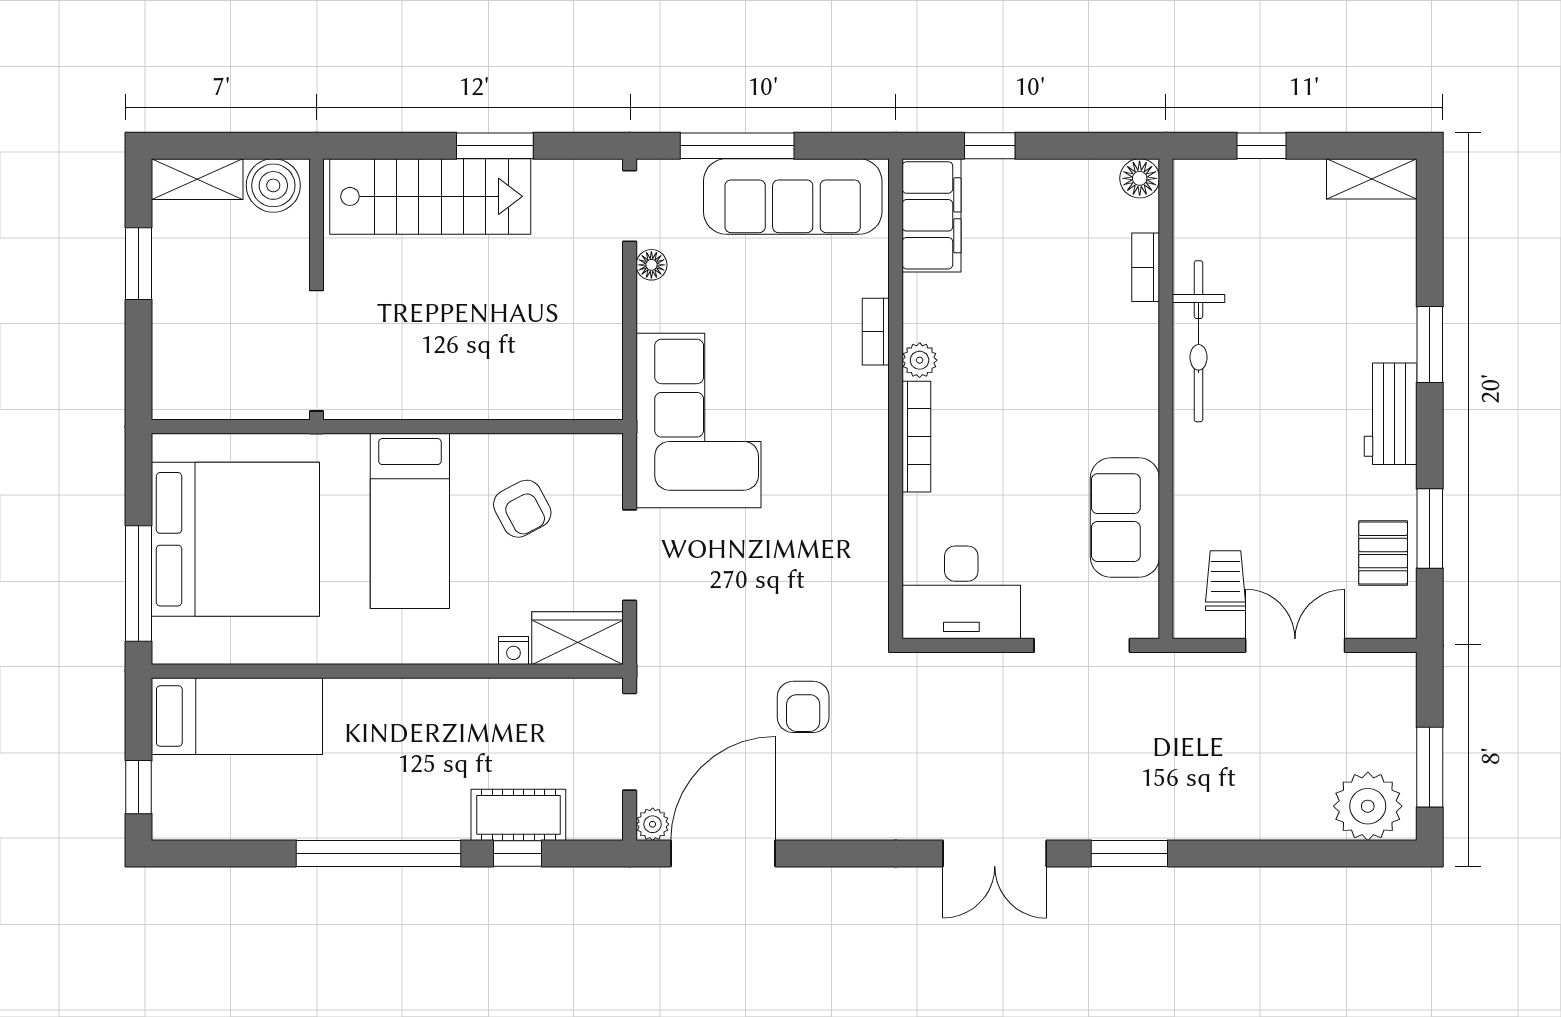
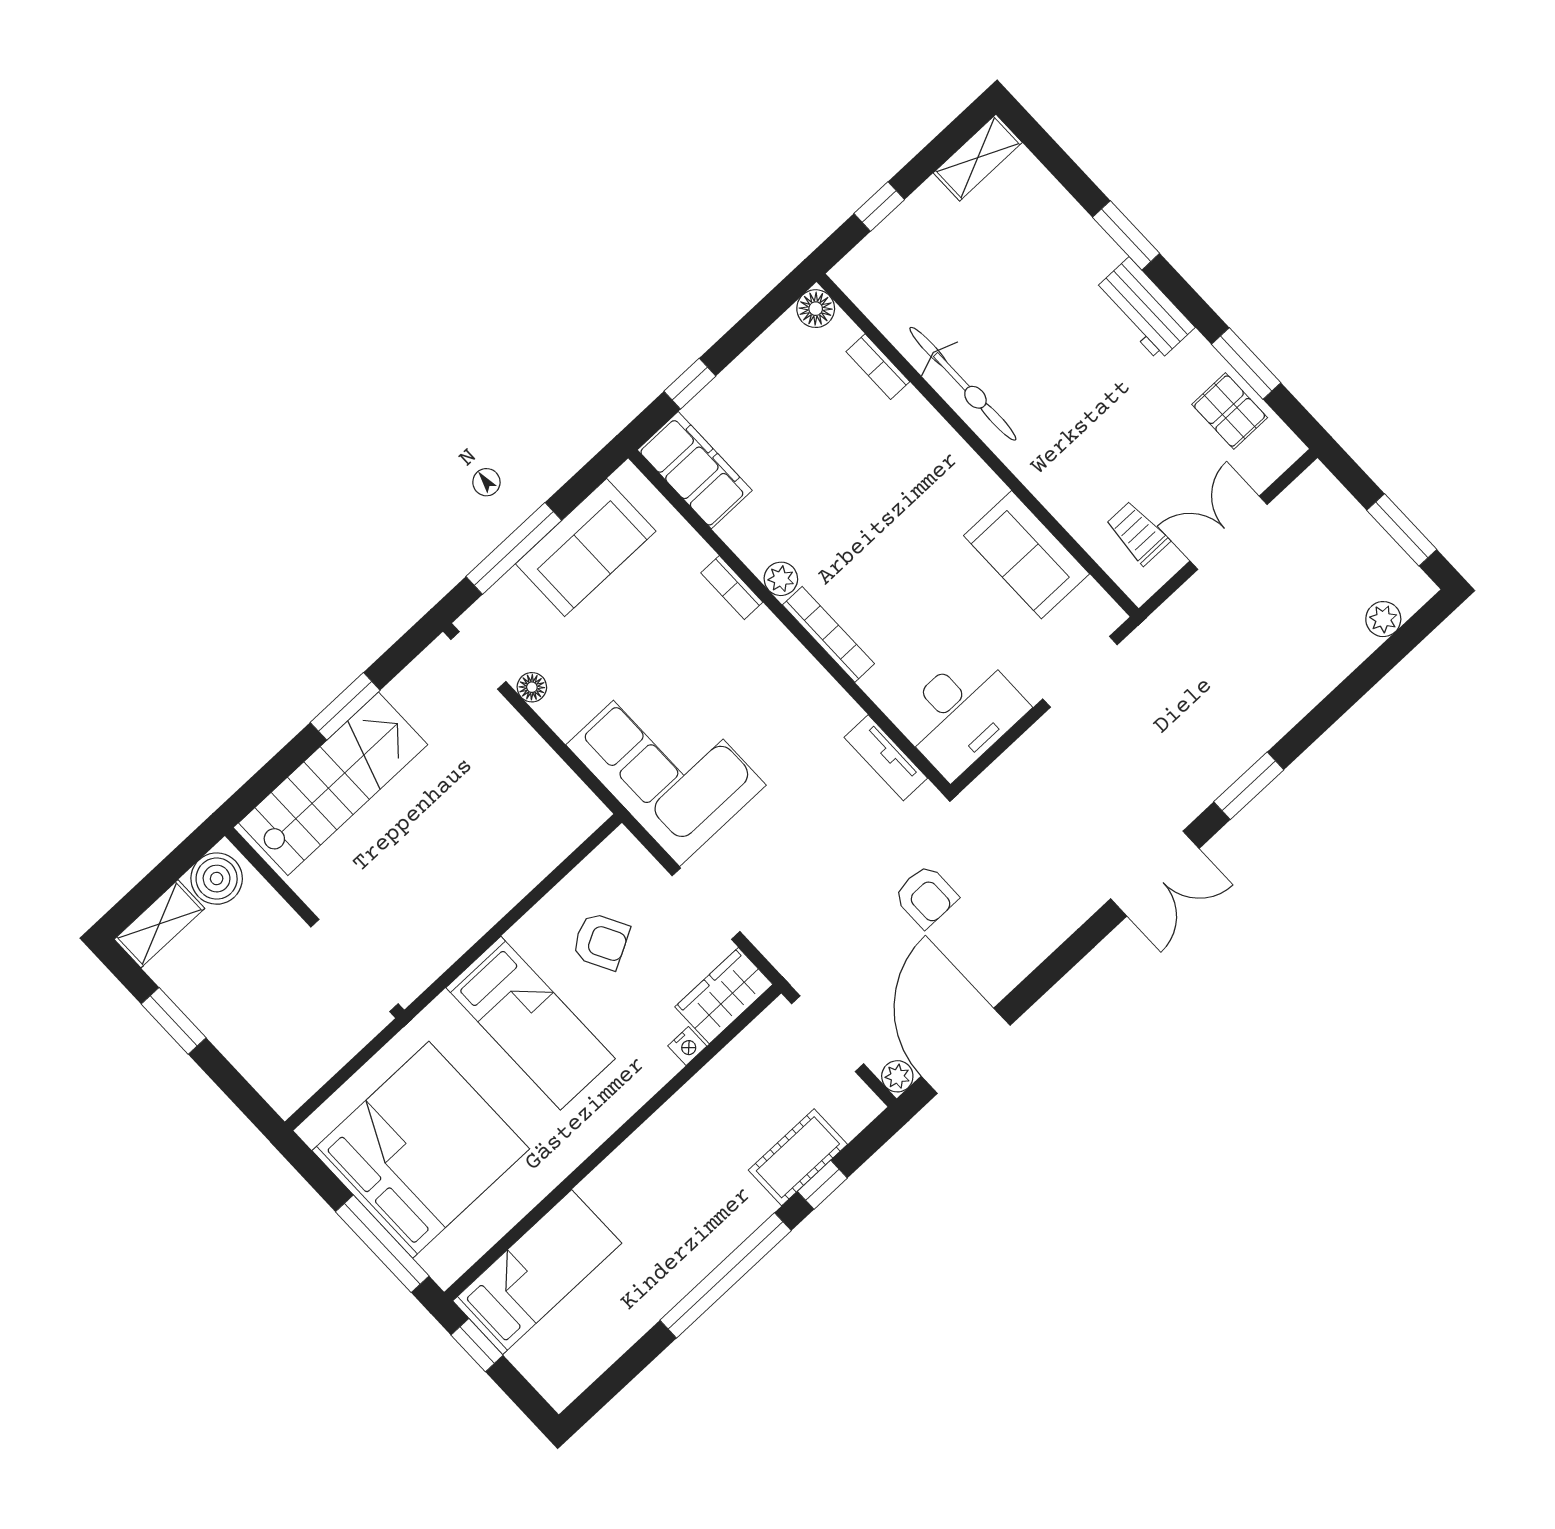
sofa: (793, 196) -> (586, 547), width x0.73
tv unit: (872, 572) -> (886, 758), added
window: (139, 787) -> (477, 1345), moved
plant: (1368, 806) -> (1383, 619), width x0.53, depth x0.53

